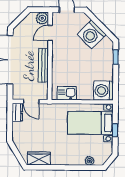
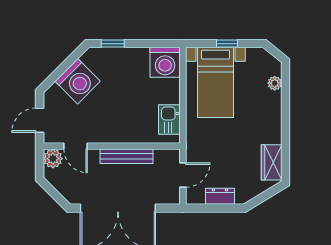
dresser: (17, 112) -> (220, 196), moved

